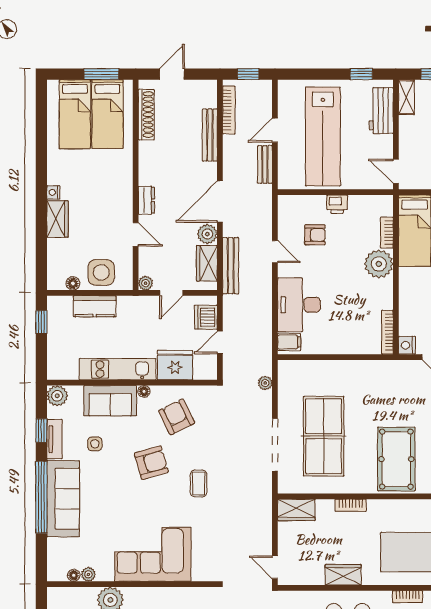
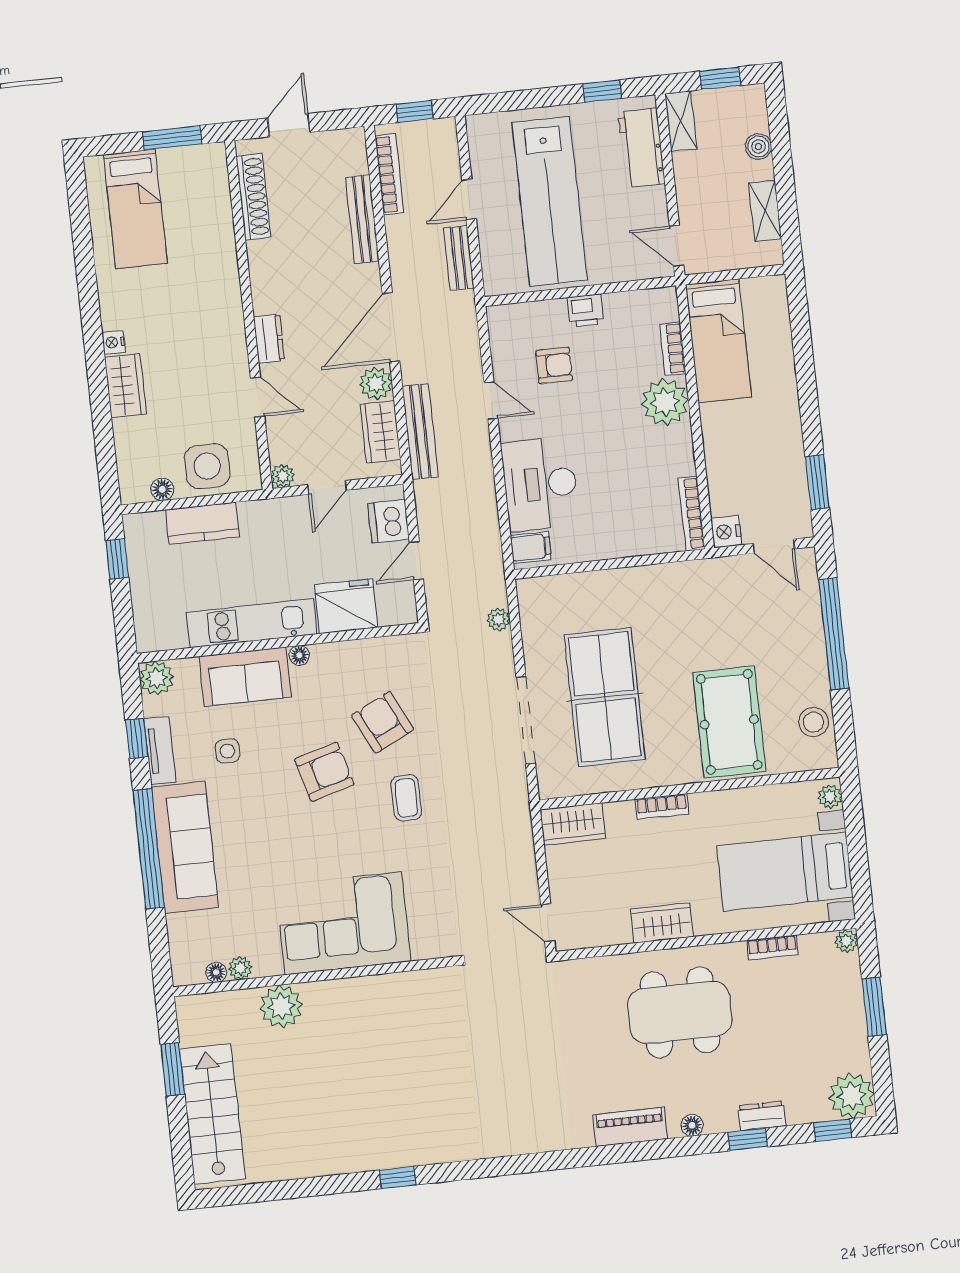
bed: (107, 114) -> (189, 203), removed
armchair: (177, 417) -> (383, 722), moved

